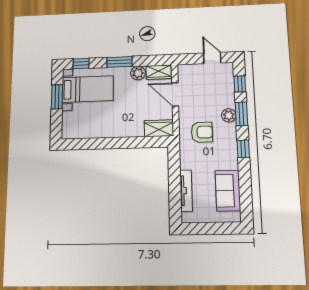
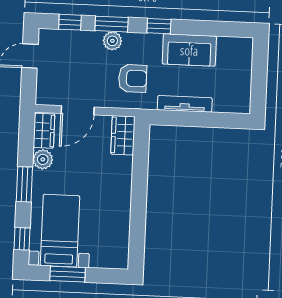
armchair: (202, 132) -> (133, 78), turned 90
tv unit: (186, 191) -> (185, 104), moved
sofa: (228, 191) -> (189, 50), moved

